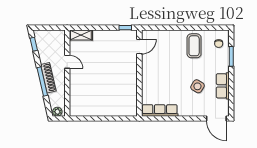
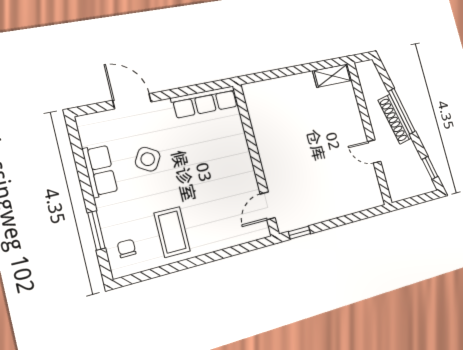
shelving: (81, 35) -> (332, 76), moved
plant: (57, 112) -> (367, 68), removed
door: (216, 118) -> (132, 101), moved

